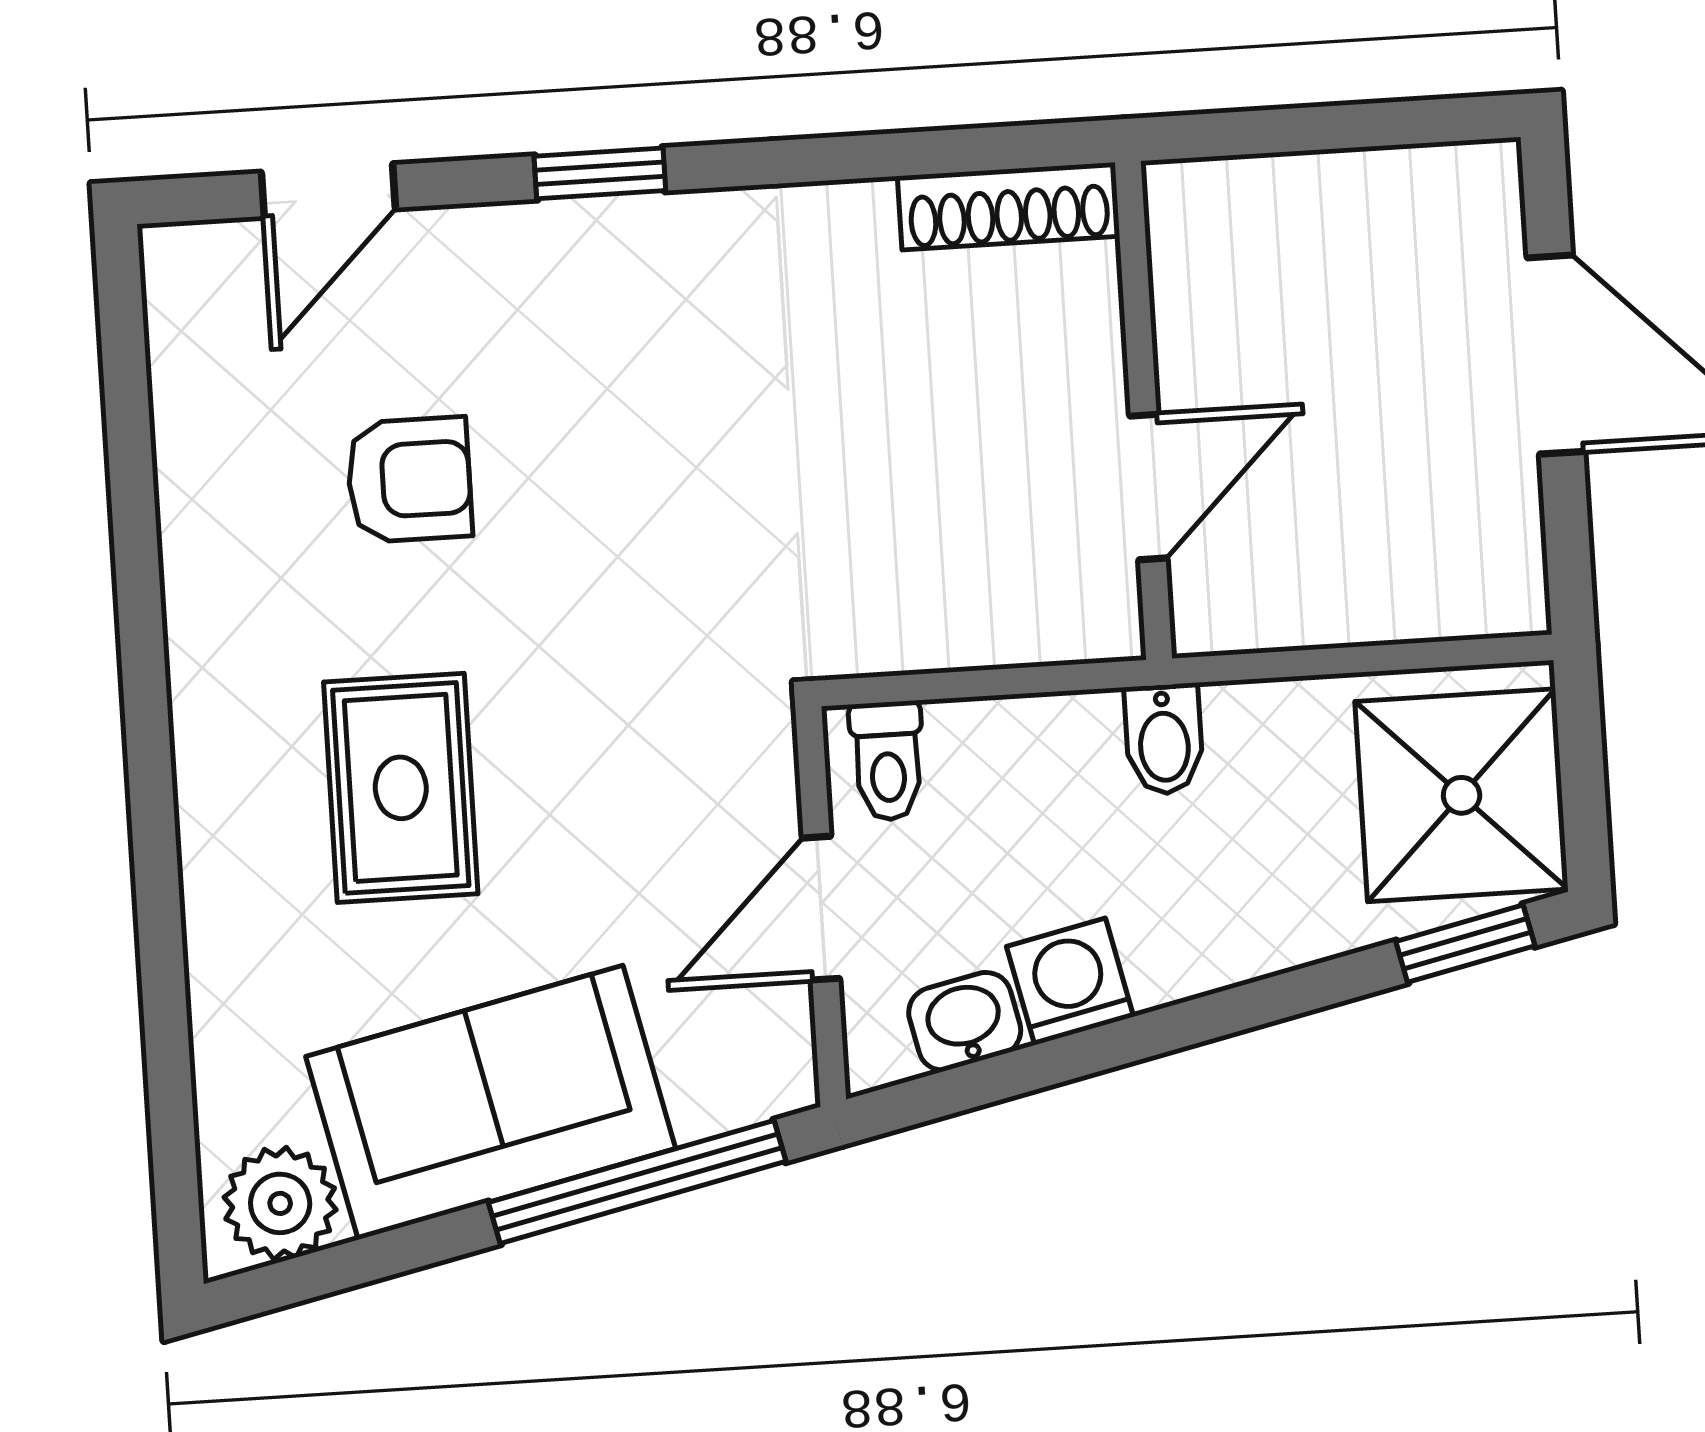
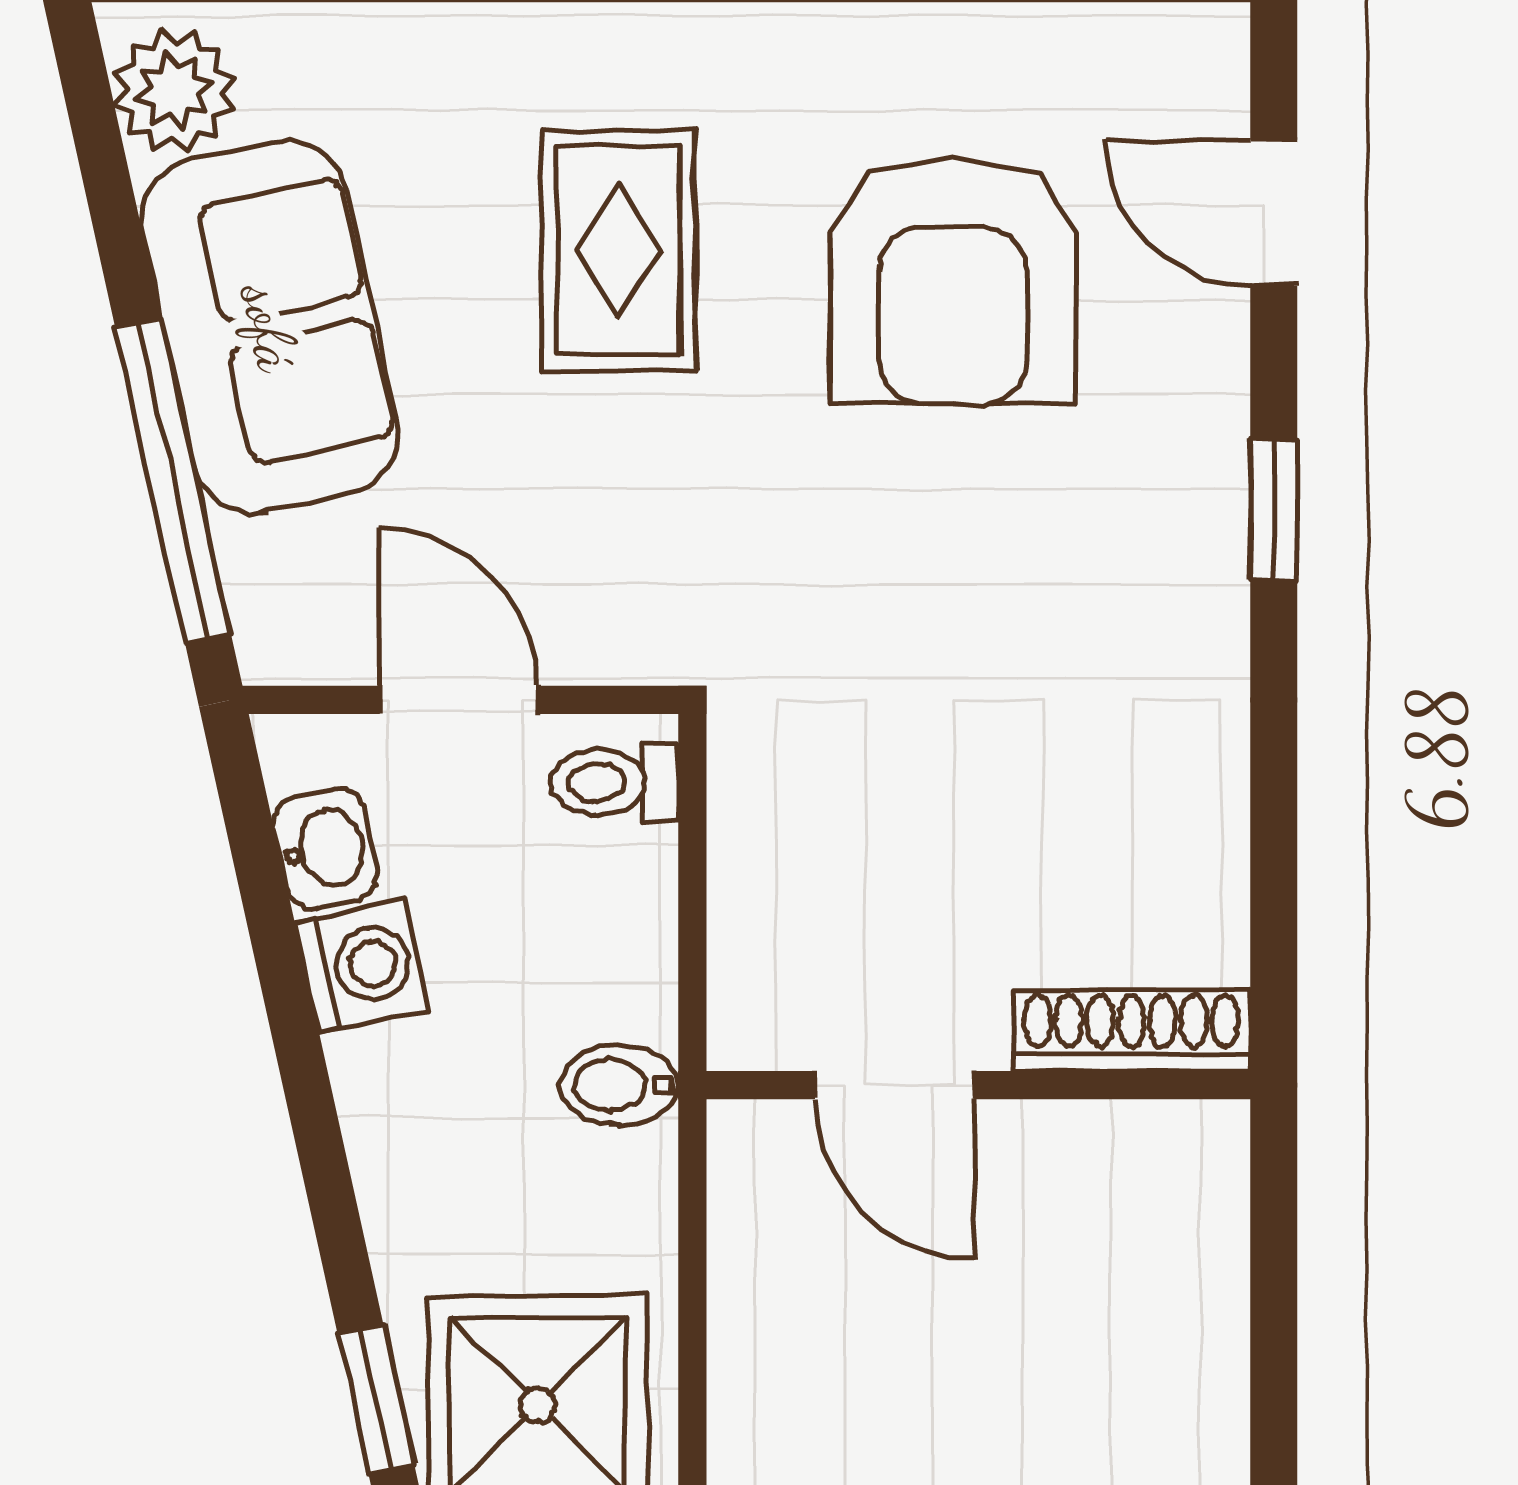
shoe rack: (1009, 206) -> (1131, 1031), moved, turned 90
armchair: (409, 480) -> (953, 281), width x1.88, depth x1.88
rug: (401, 788) -> (618, 251), turned 90

